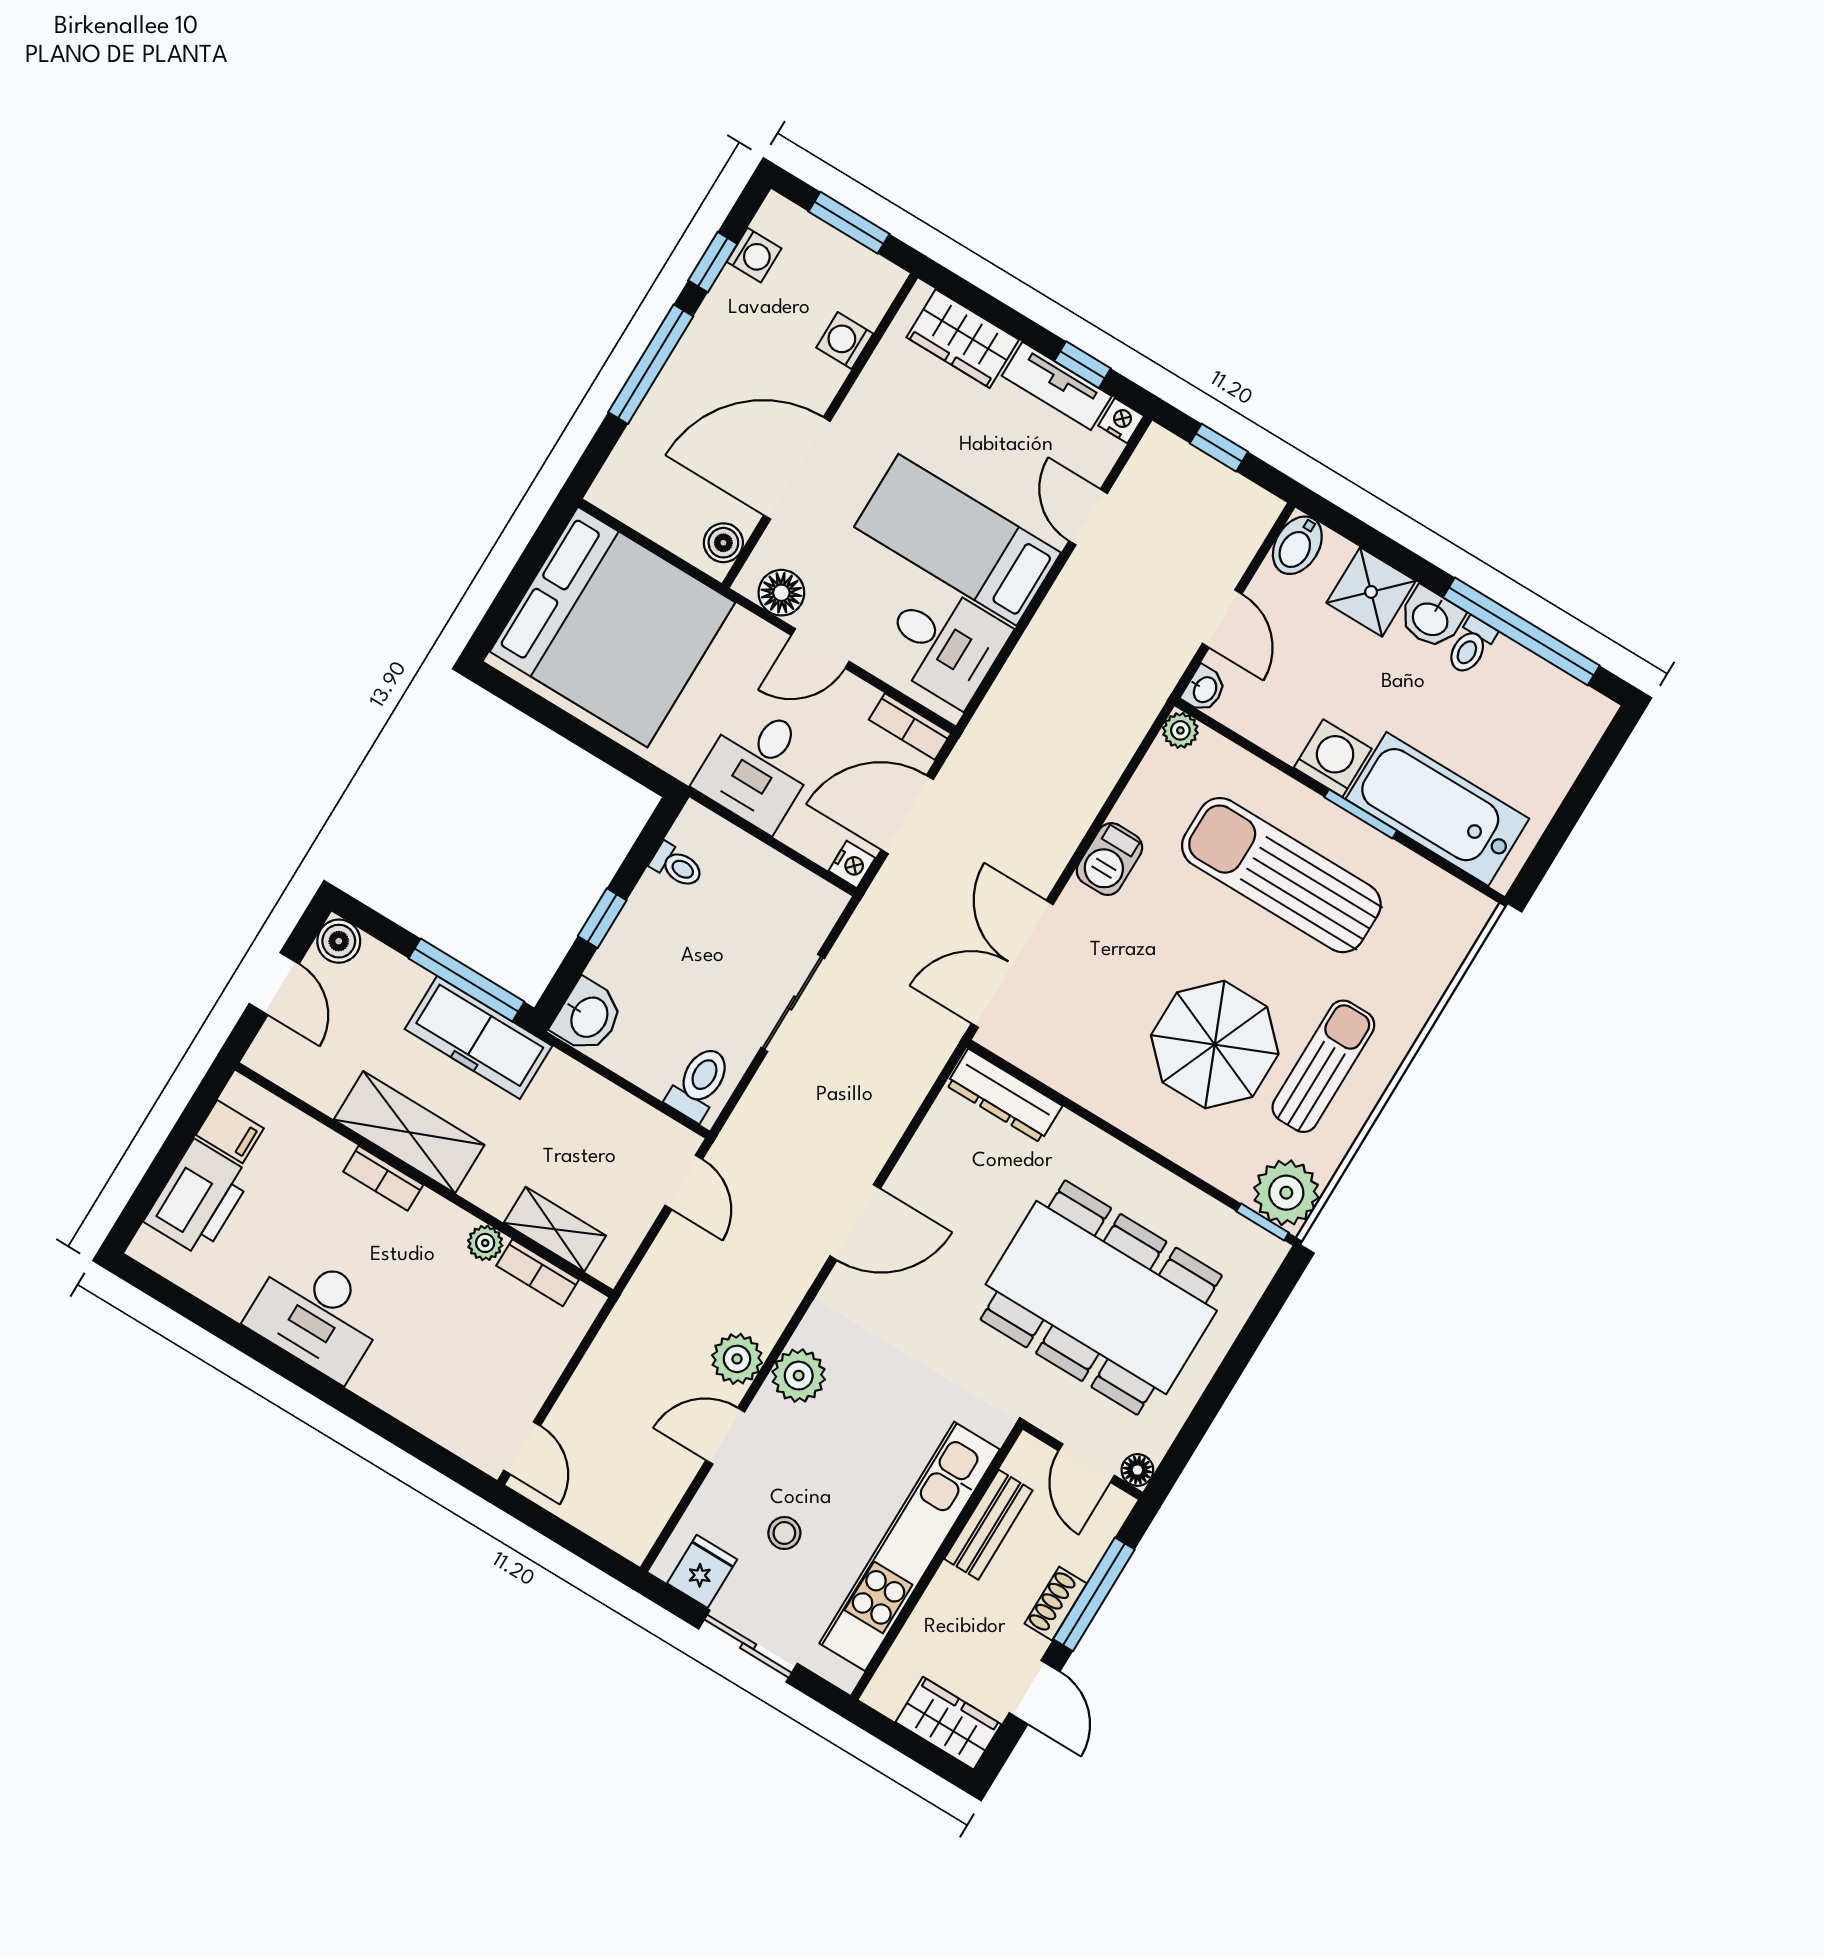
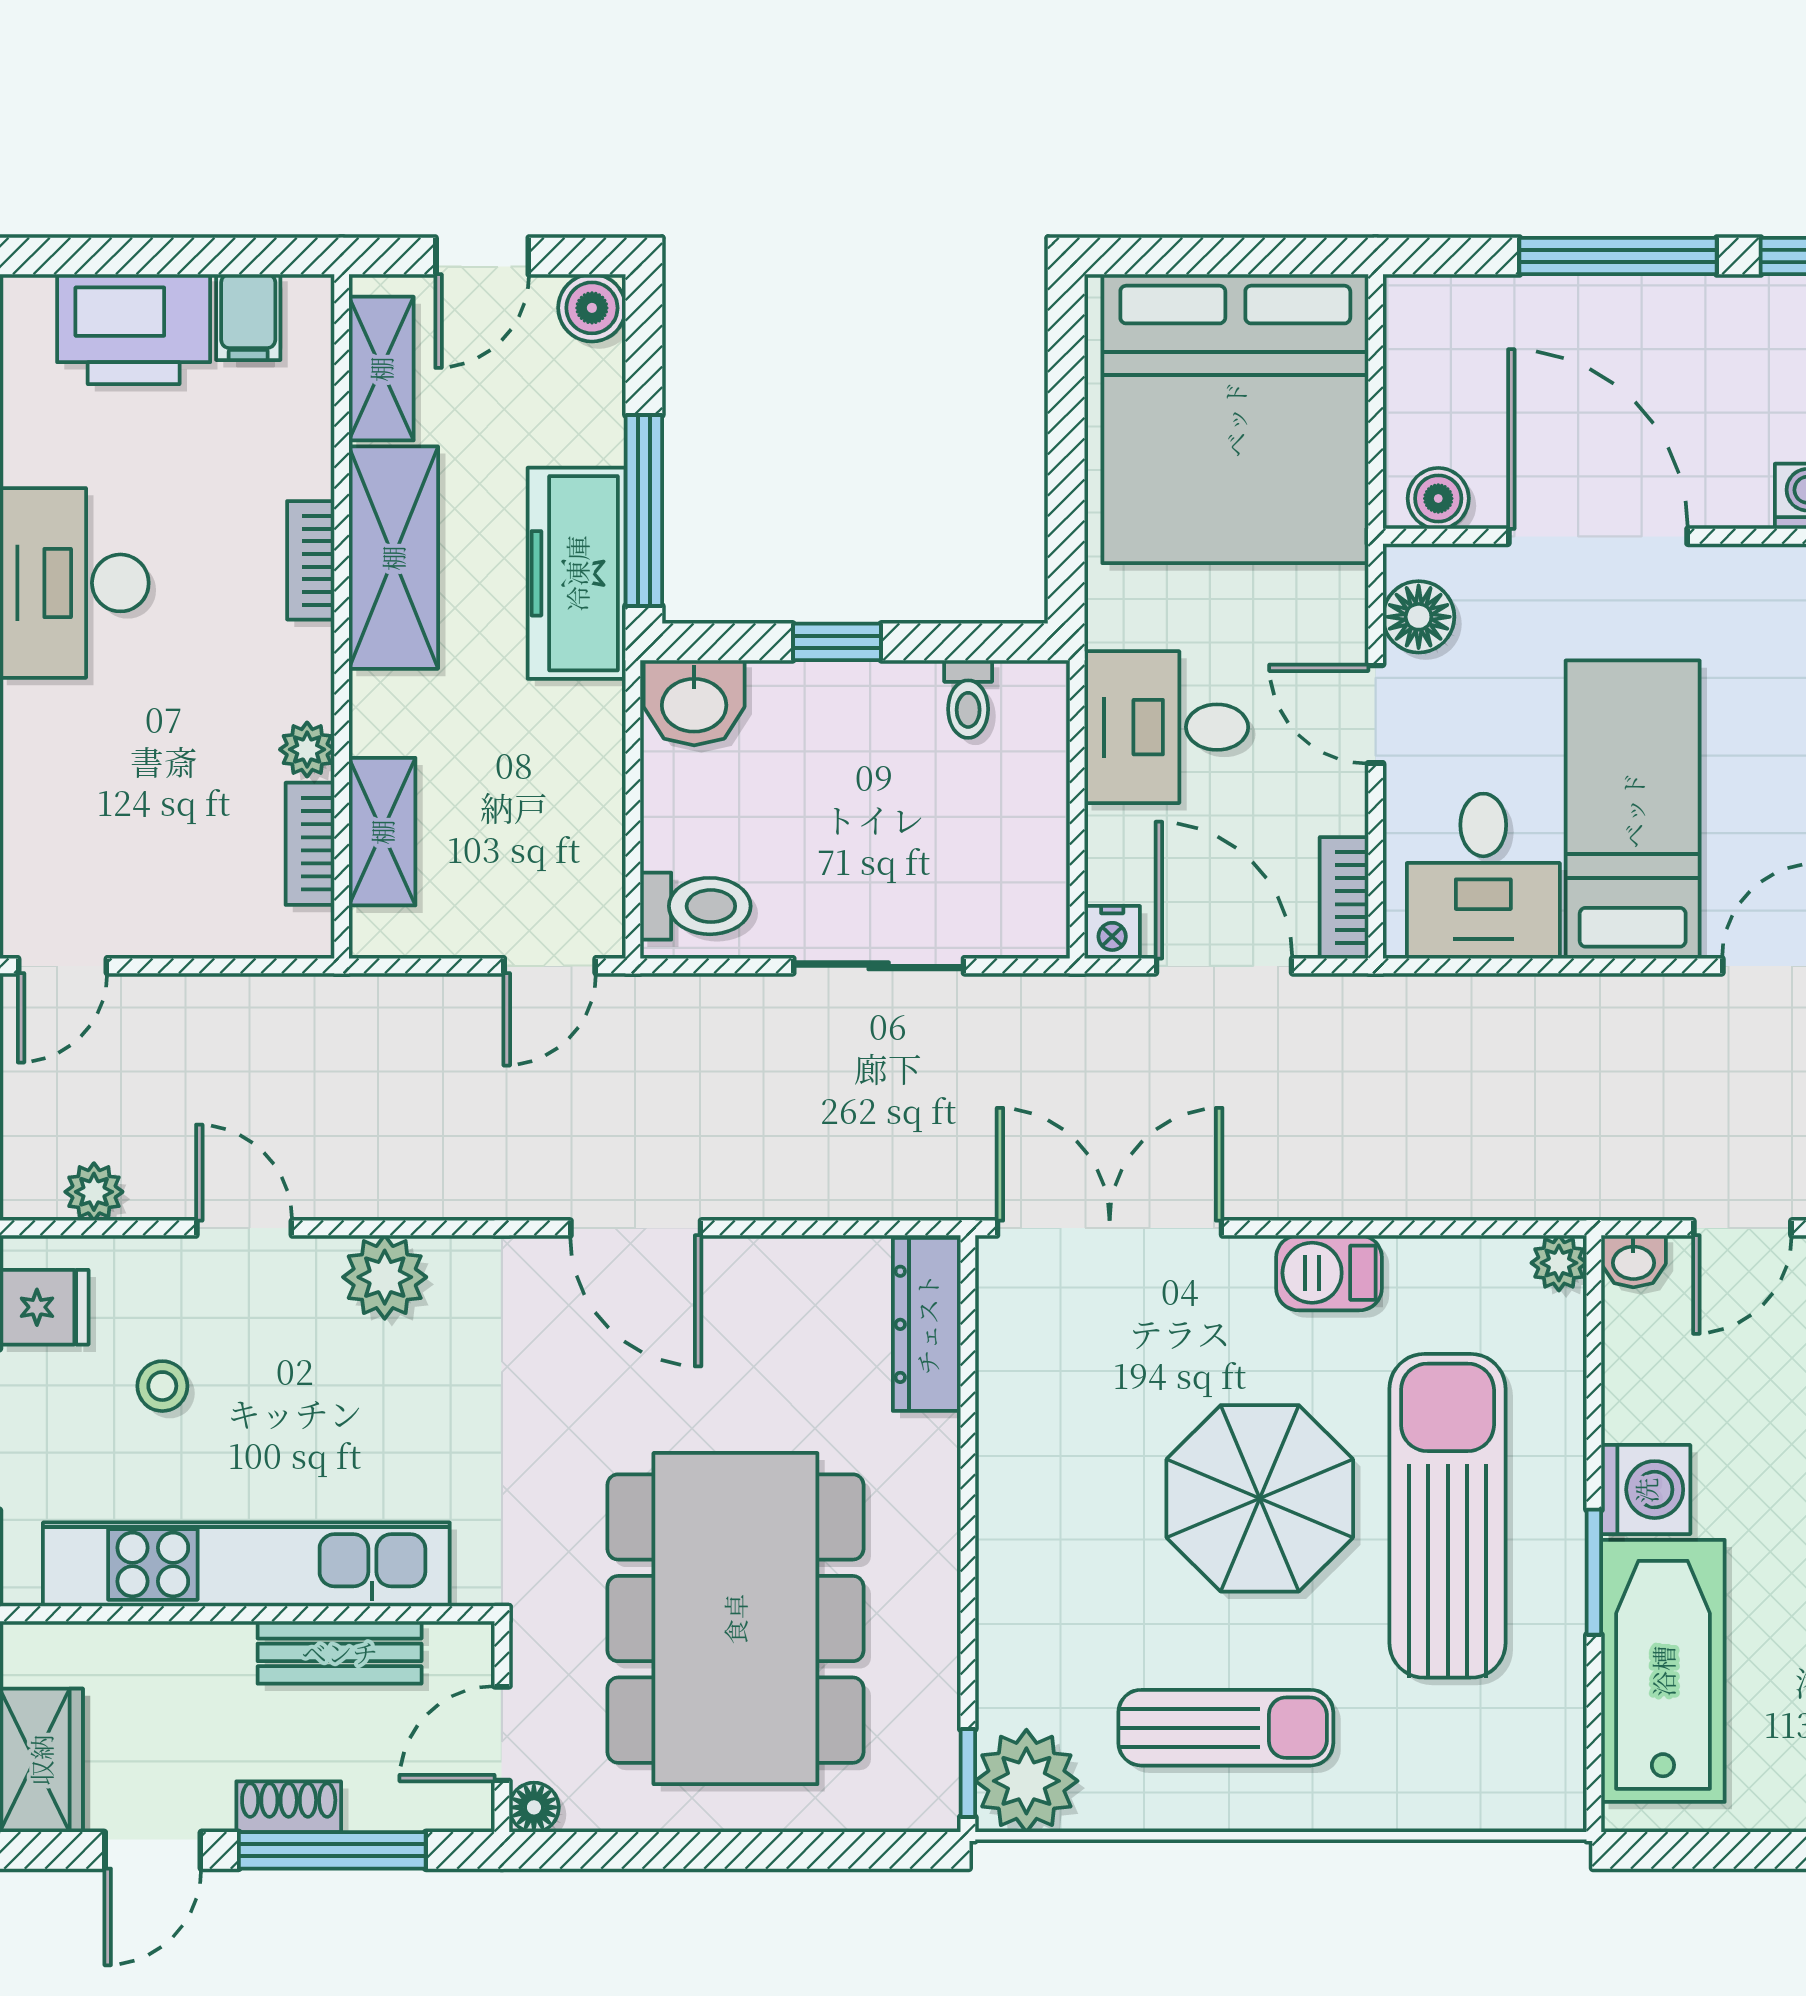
parasol: (1215, 1045) -> (1260, 1498), moved
shelving: (302, 1076) -> (381, 369), added
plant: (737, 1359) -> (94, 1192), moved, width x0.73, depth x0.73

